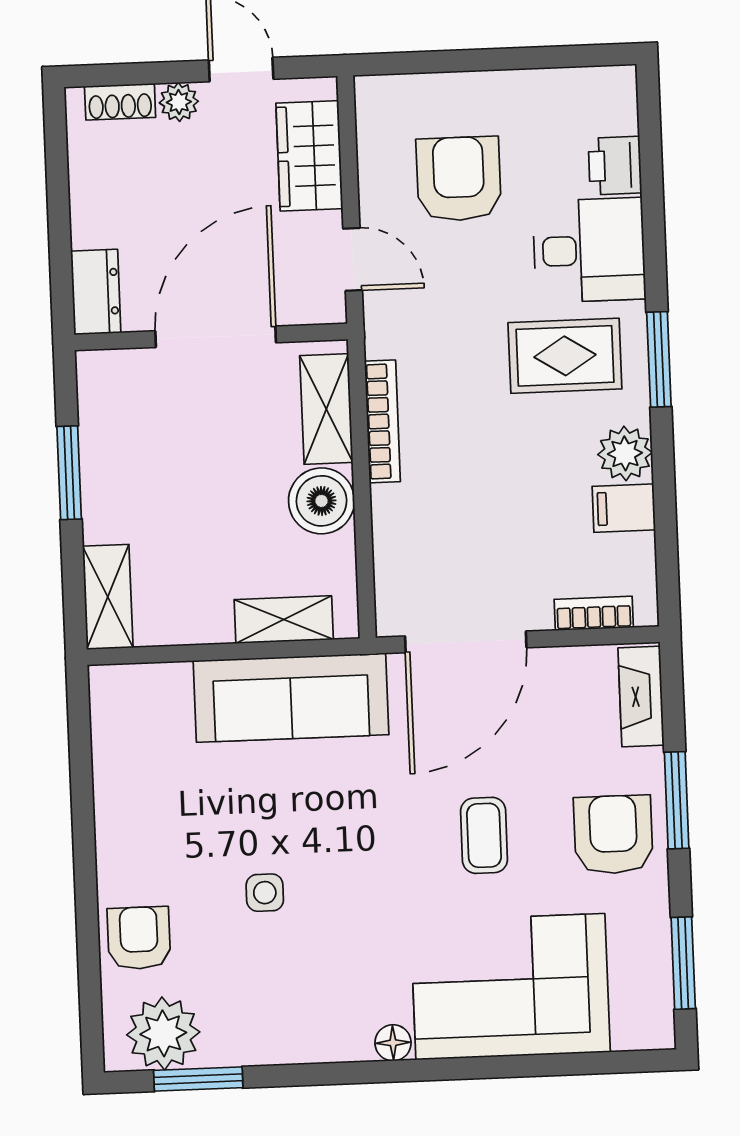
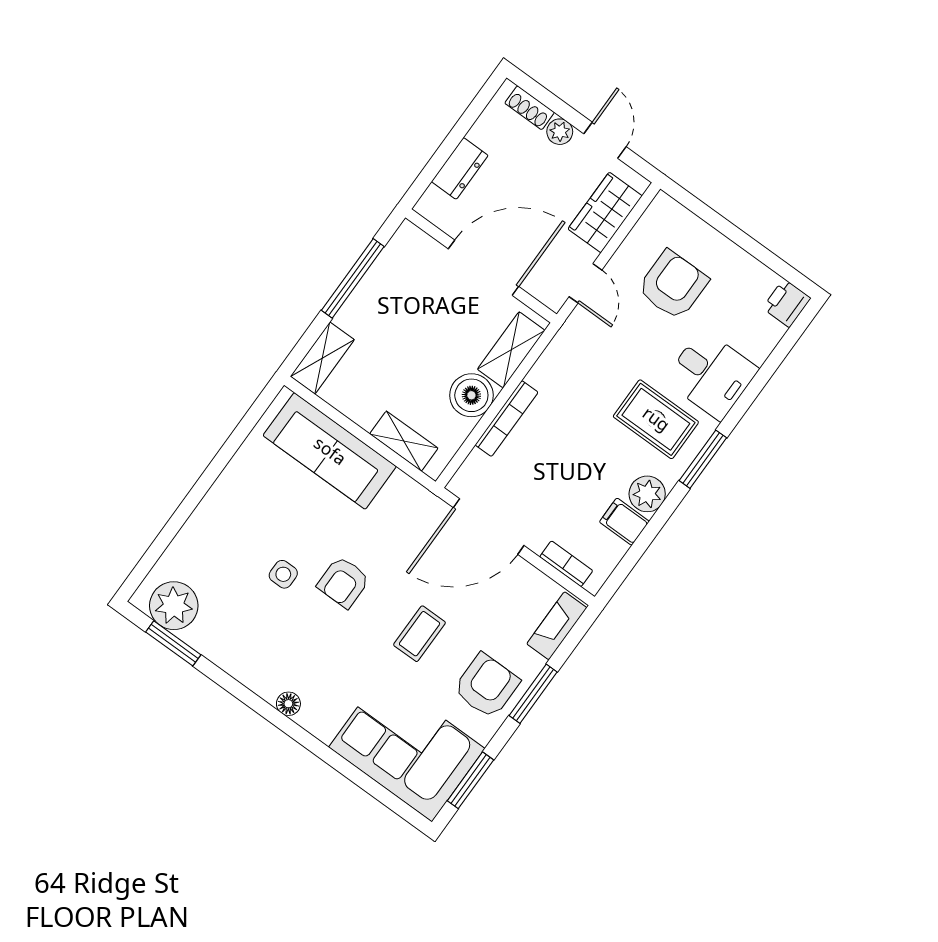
printer: (615, 166) -> (787, 303), moved
dresser: (96, 292) -> (460, 168), moved
bookcase: (382, 421) -> (507, 419), moved
window: (69, 473) -> (353, 278), width x1.44
sofa: (291, 698) -> (330, 451), moved
armchair: (139, 938) -> (343, 582), moved, turned 180
corner sofa: (510, 987) -> (407, 748), moved

